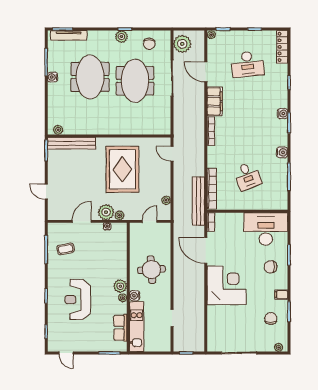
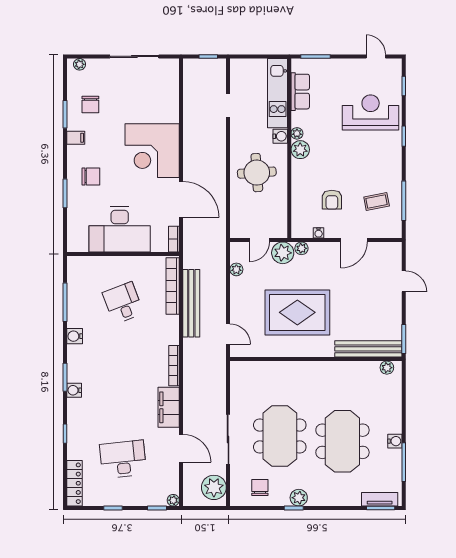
tv unit: (69, 35) -> (380, 499), width x0.71
rug: (122, 169) -> (297, 312), turned 90
bench: (198, 201) -> (191, 303), moved
plant: (106, 212) -> (283, 253), moved
desk: (266, 229) -> (120, 229), moved
armchair: (98, 250) -> (332, 200), added
reception desk: (78, 300) -> (371, 112), moved, turned -90

